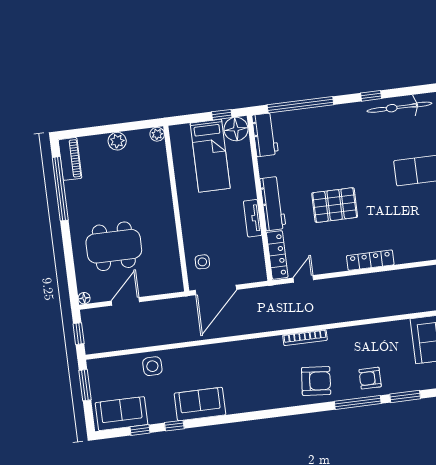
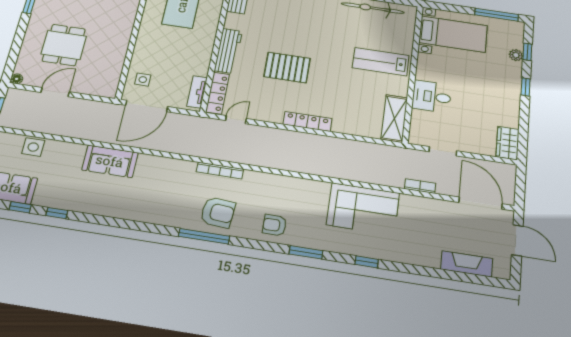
tv unit: (253, 218) -> (197, 92), moved
dining table: (114, 246) -> (64, 45), width x0.73
side table: (152, 366) -> (33, 147), moved
window: (358, 402) -> (204, 236), moved
sofa: (200, 404) -> (110, 161), moved, turned 180

